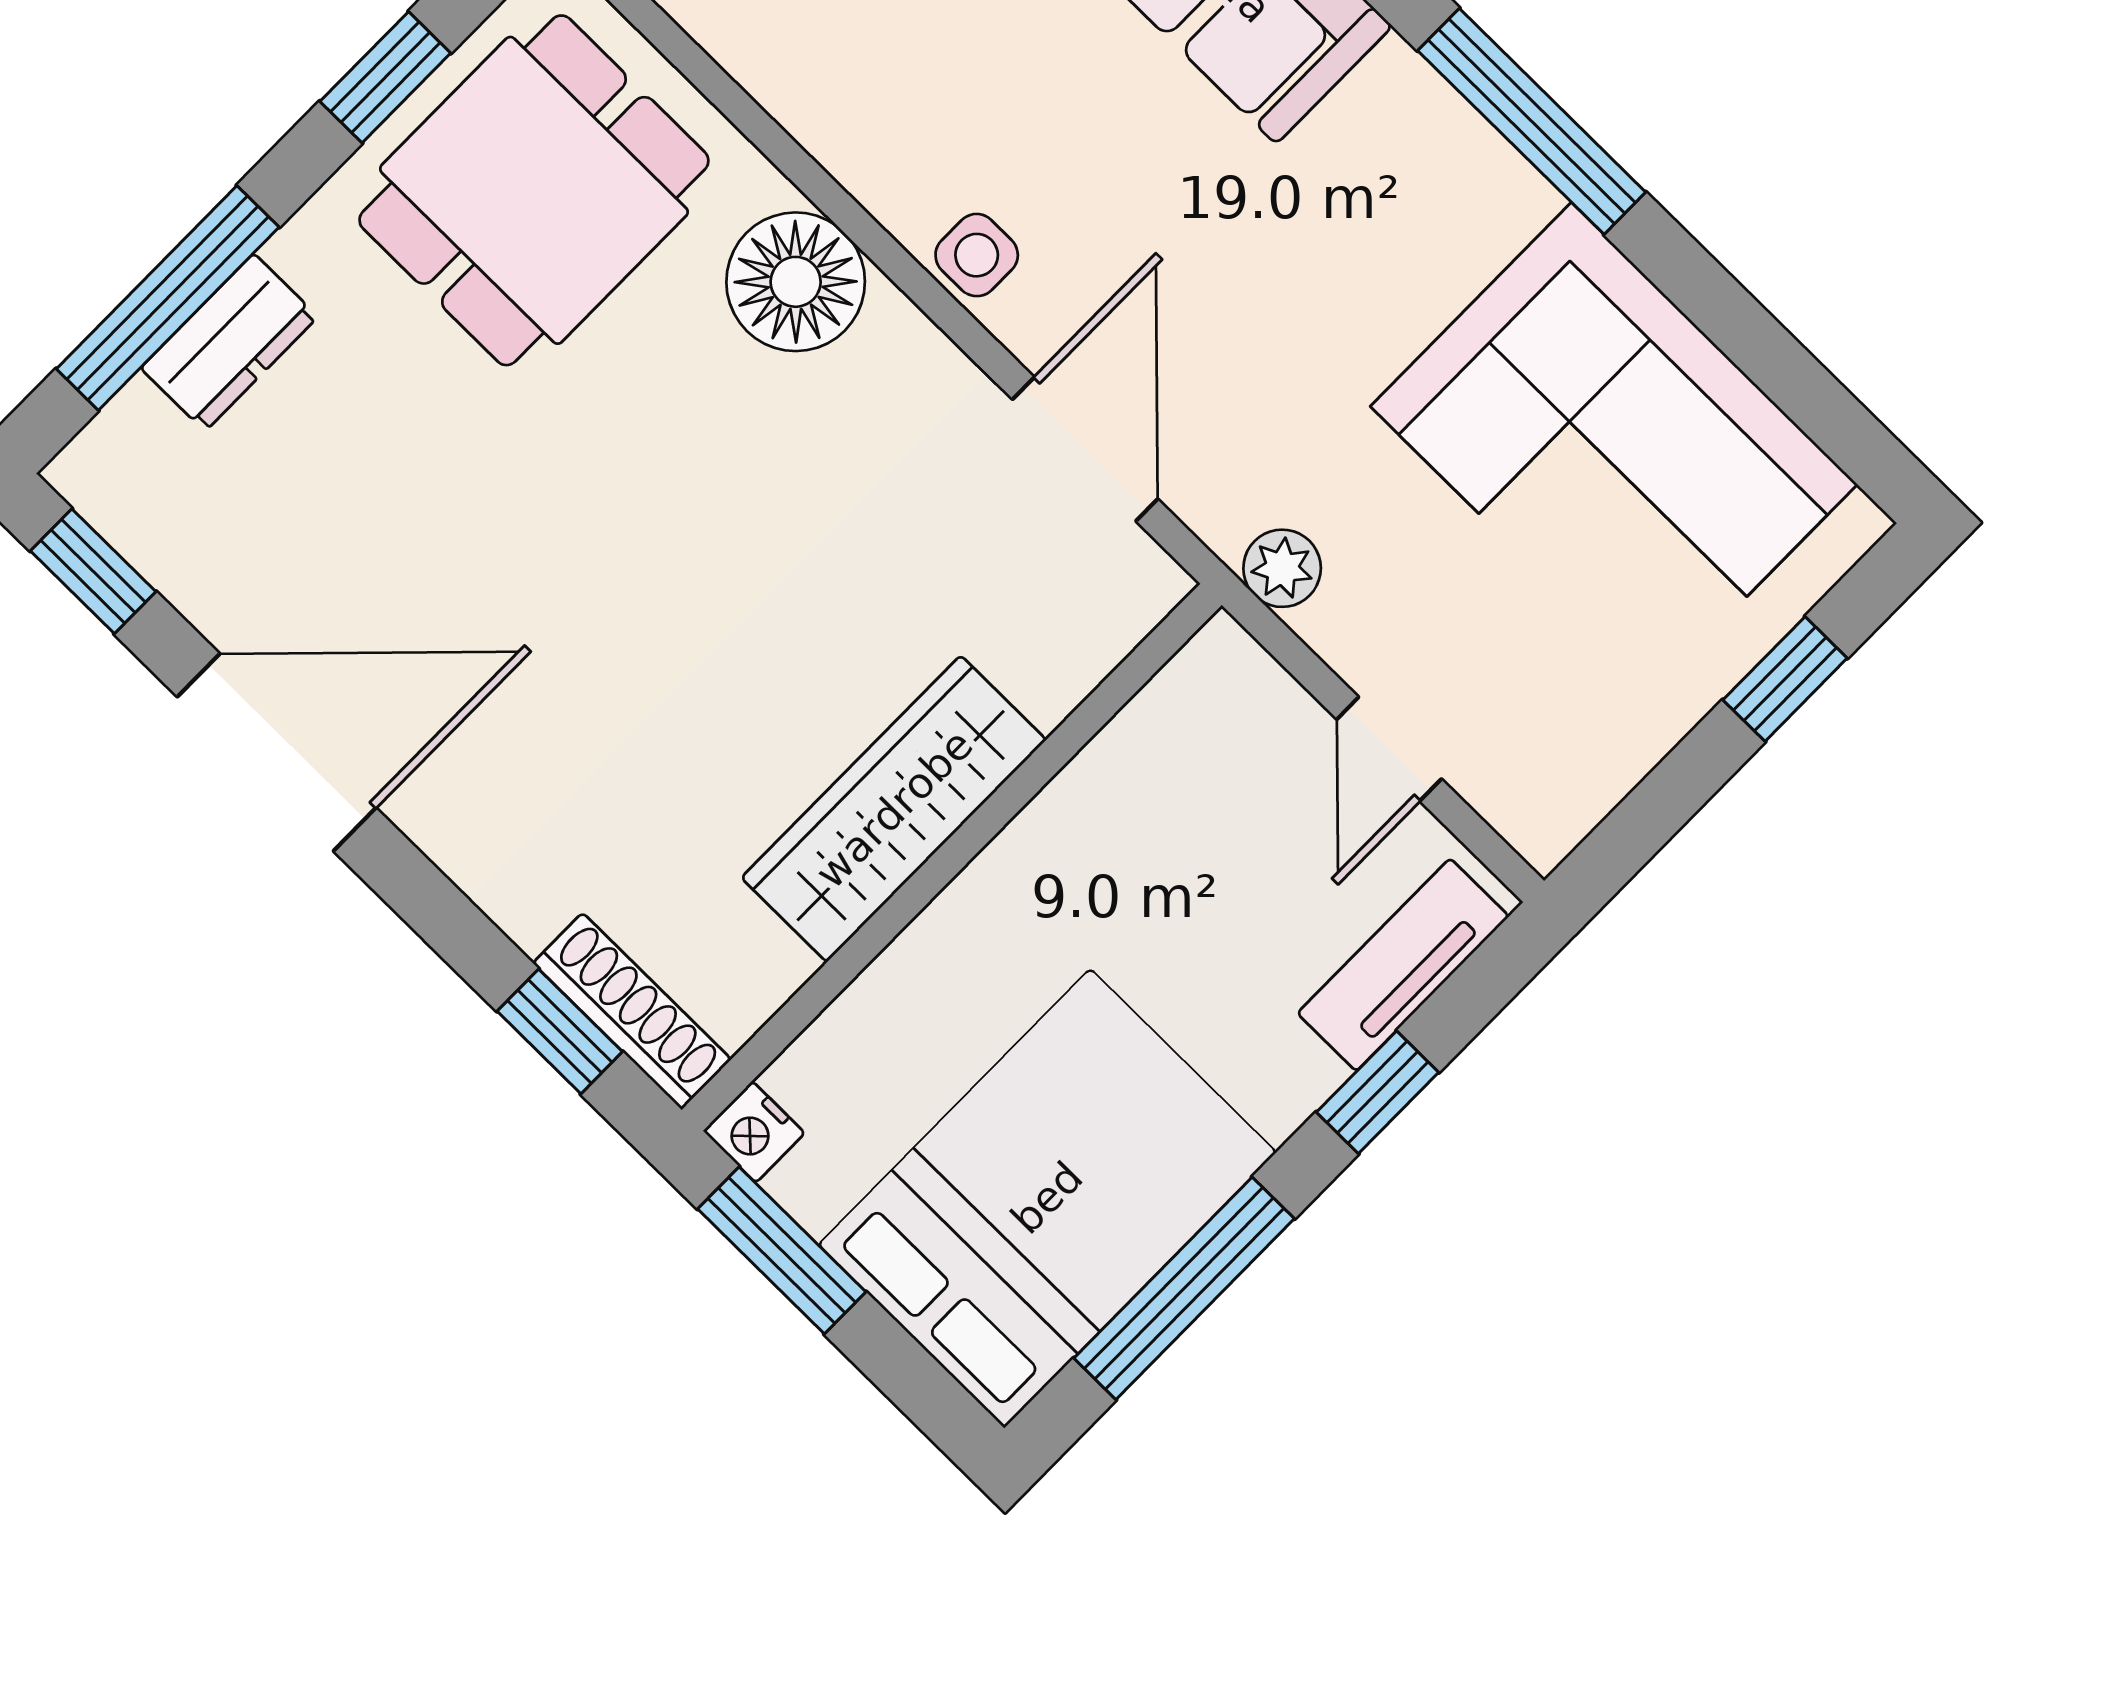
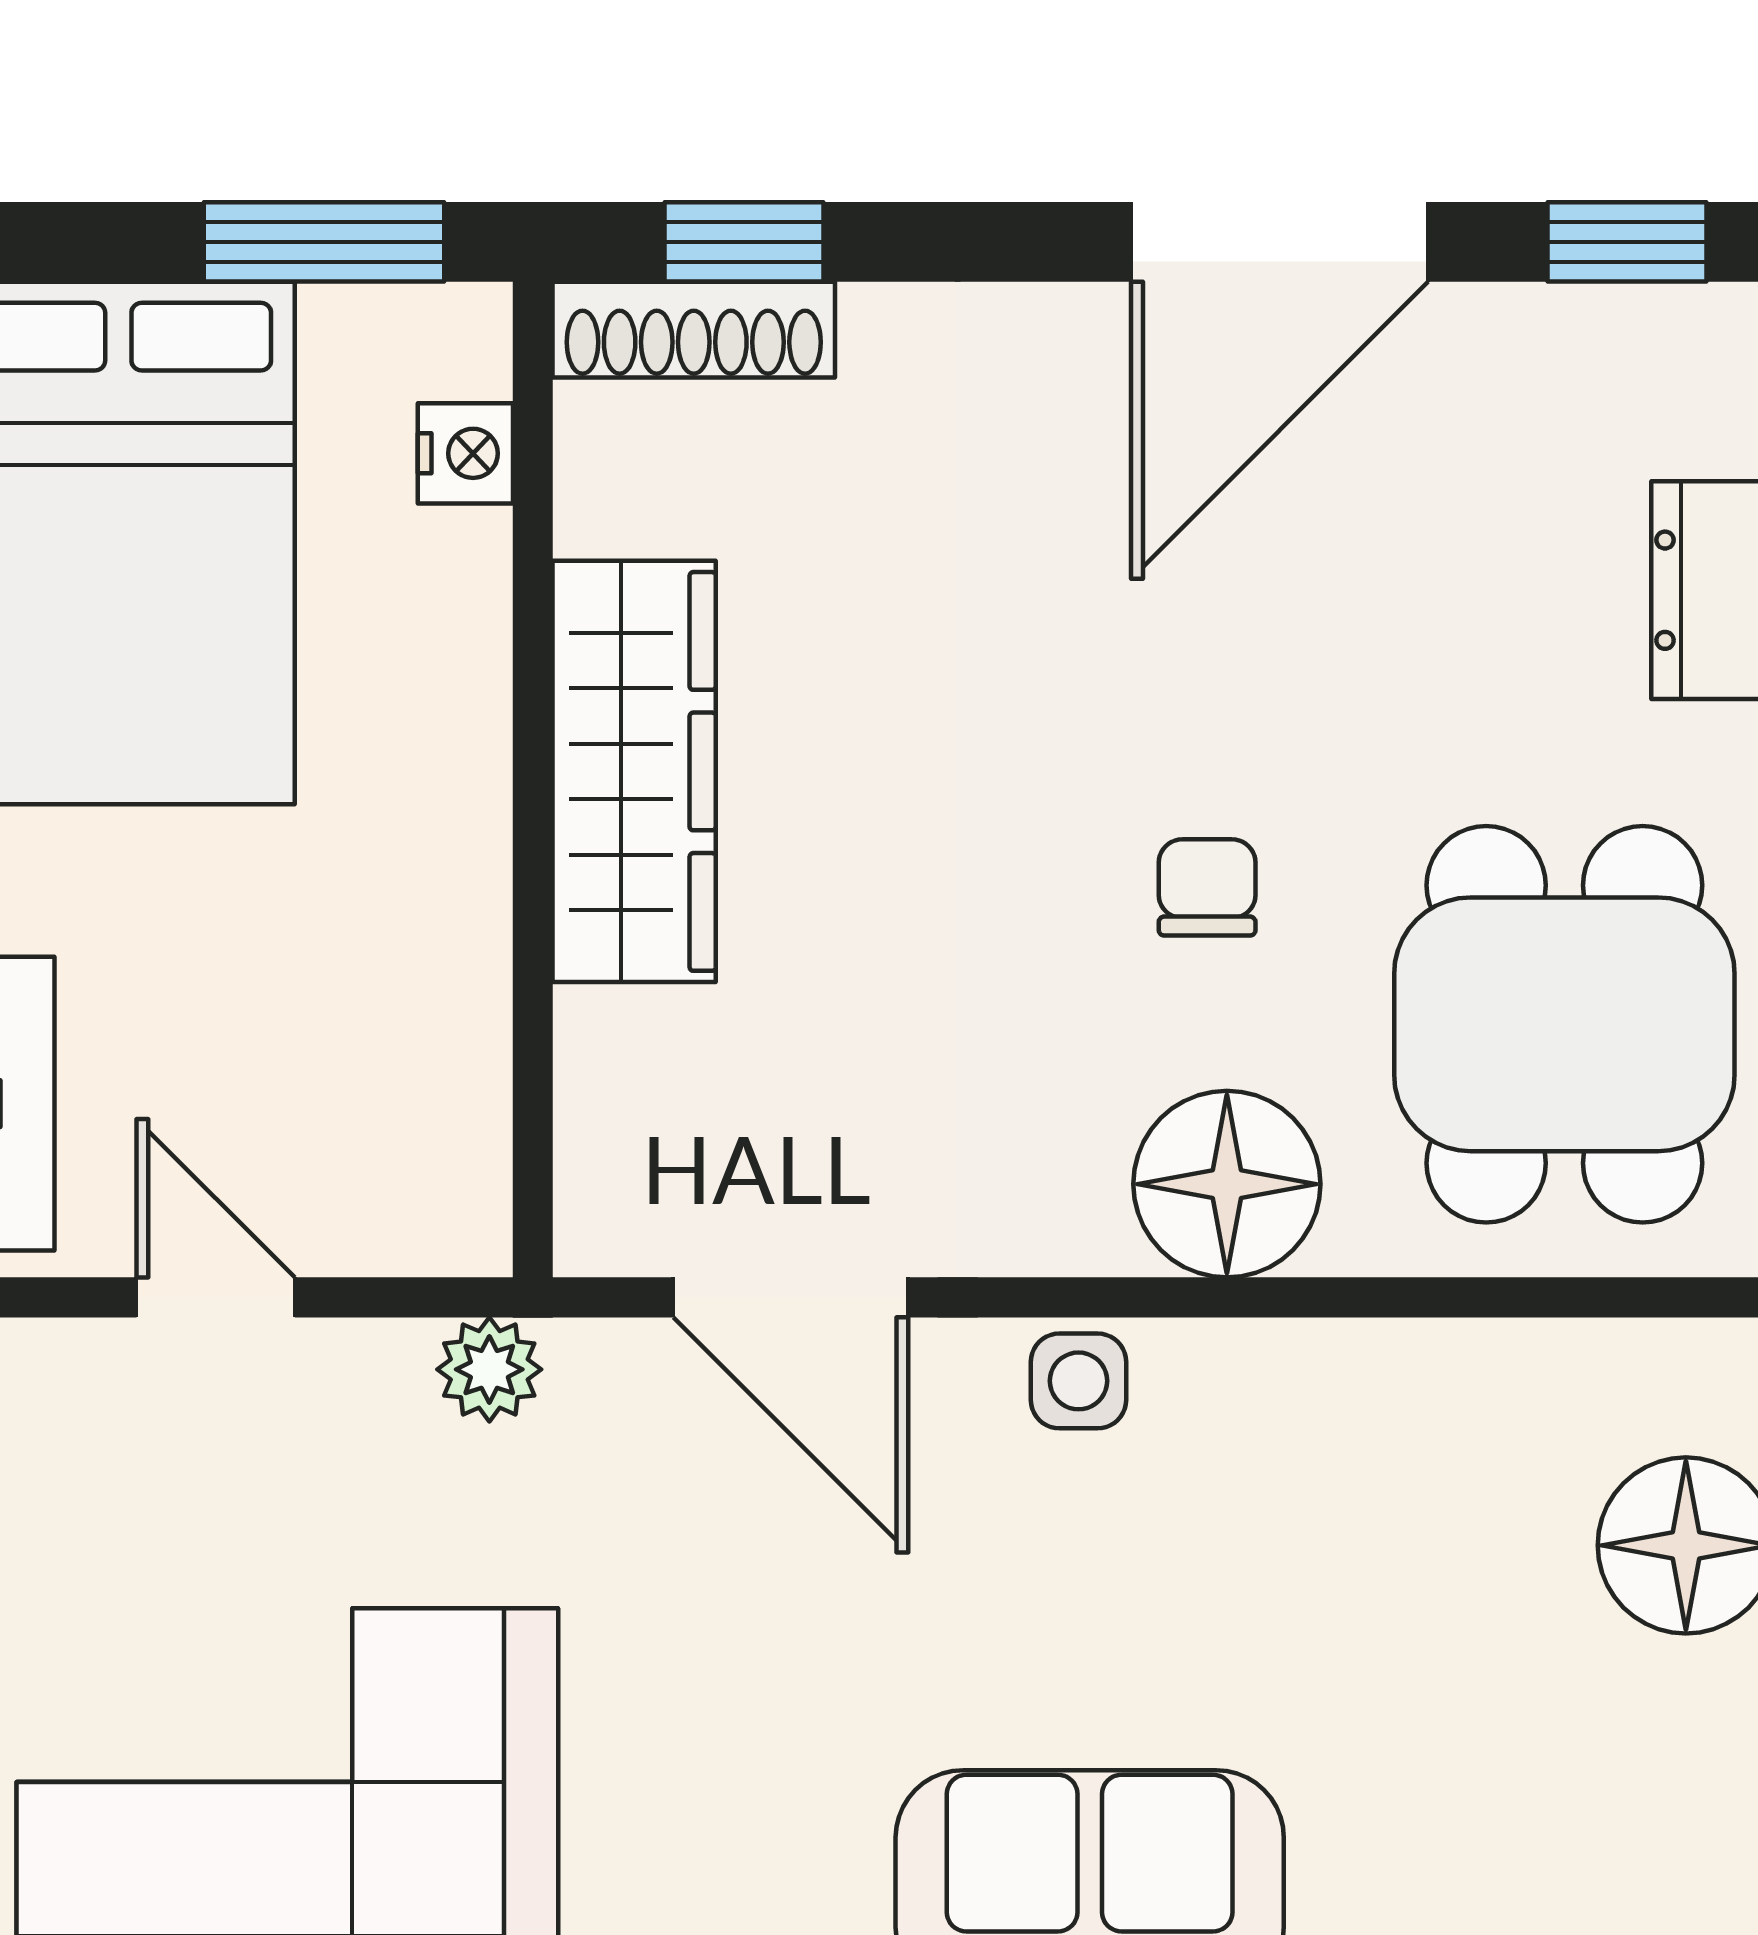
chair: (651, 449) -> (1207, 887), added
nightstand: (754, 1132) -> (465, 453), moved, turned 90

